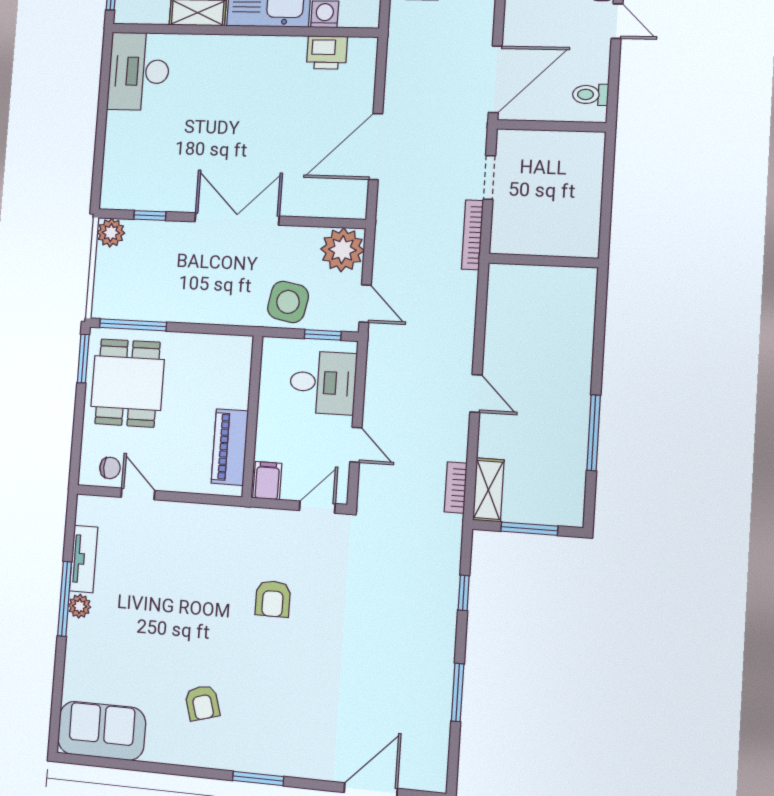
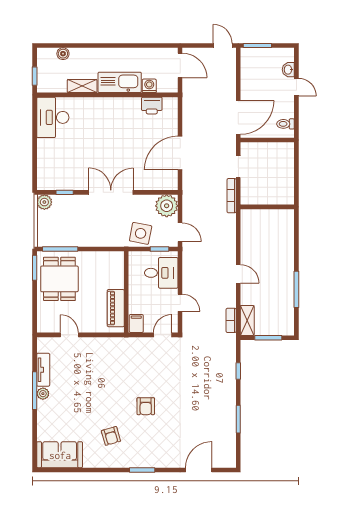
chair: (110, 468) -> (54, 323), removed
armchair: (273, 599) -> (146, 406), moved

